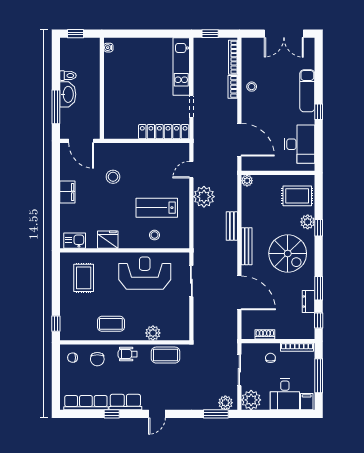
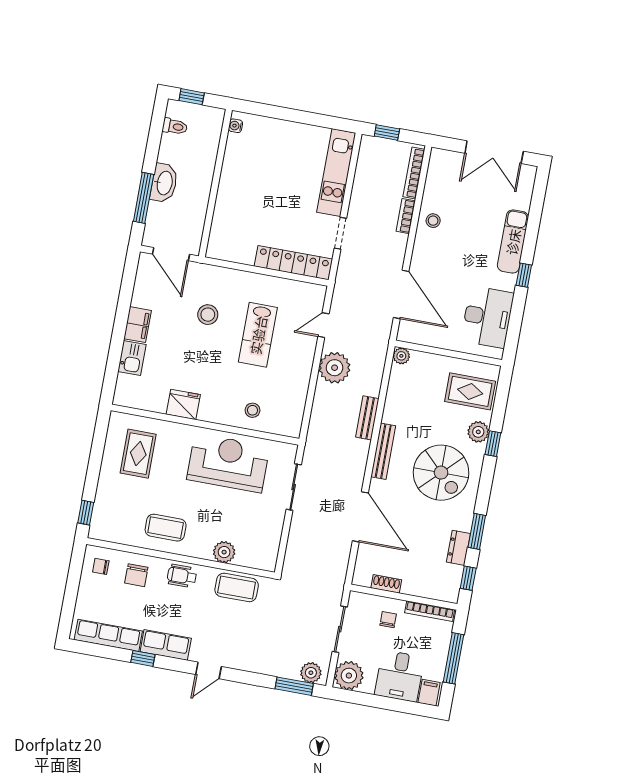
toilet: (68, 76) -> (175, 126), moved
lab bench: (157, 208) -> (258, 335), moved, turned -90
kitchen sink: (75, 241) -> (132, 358), moved, turned 90

